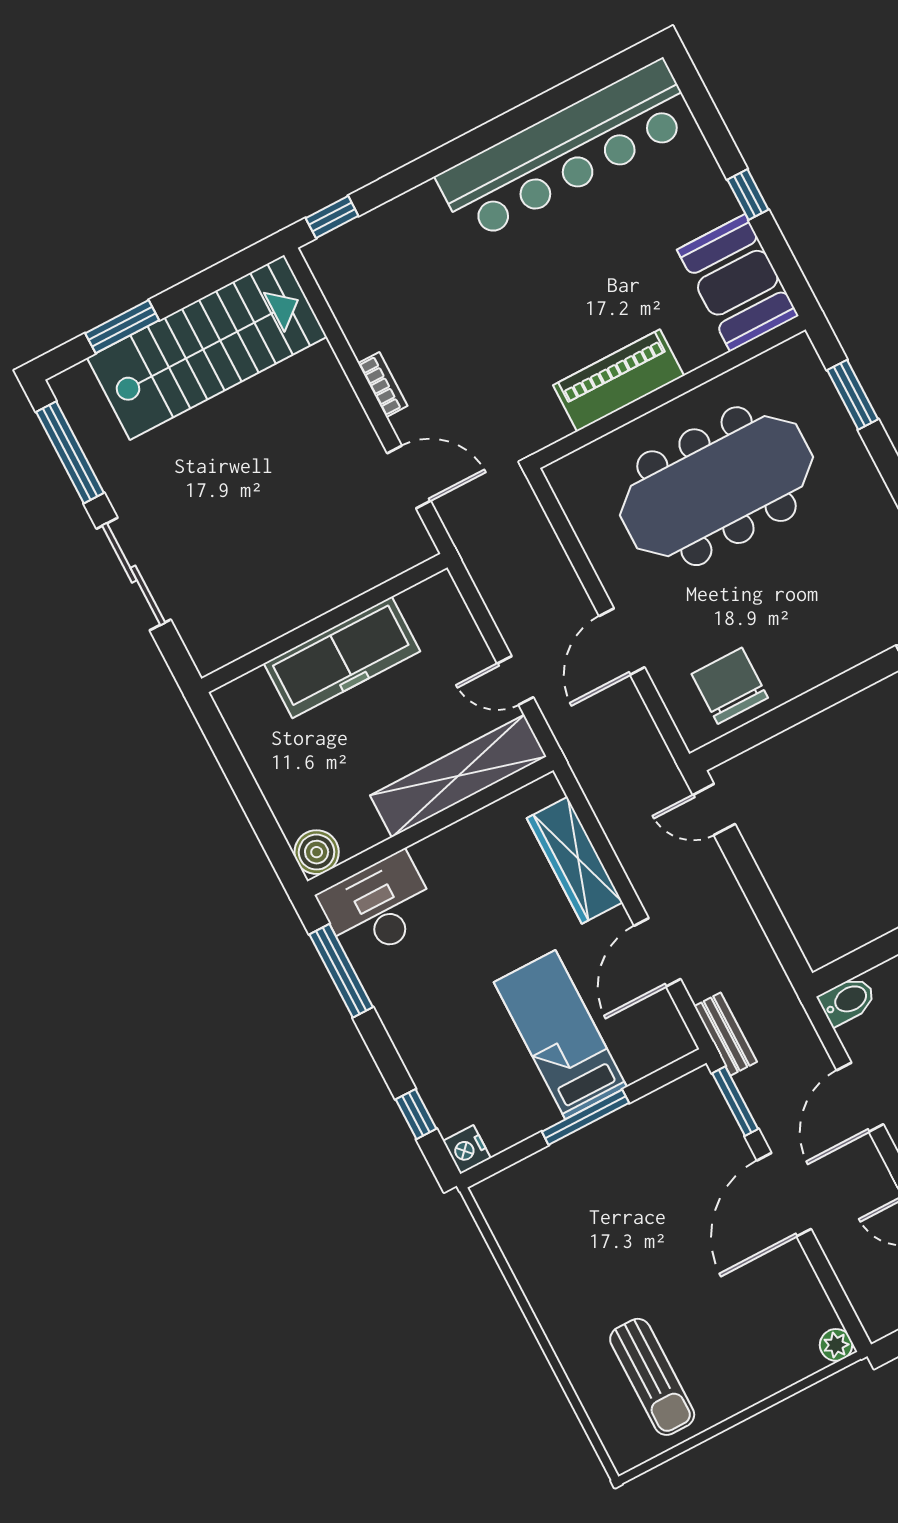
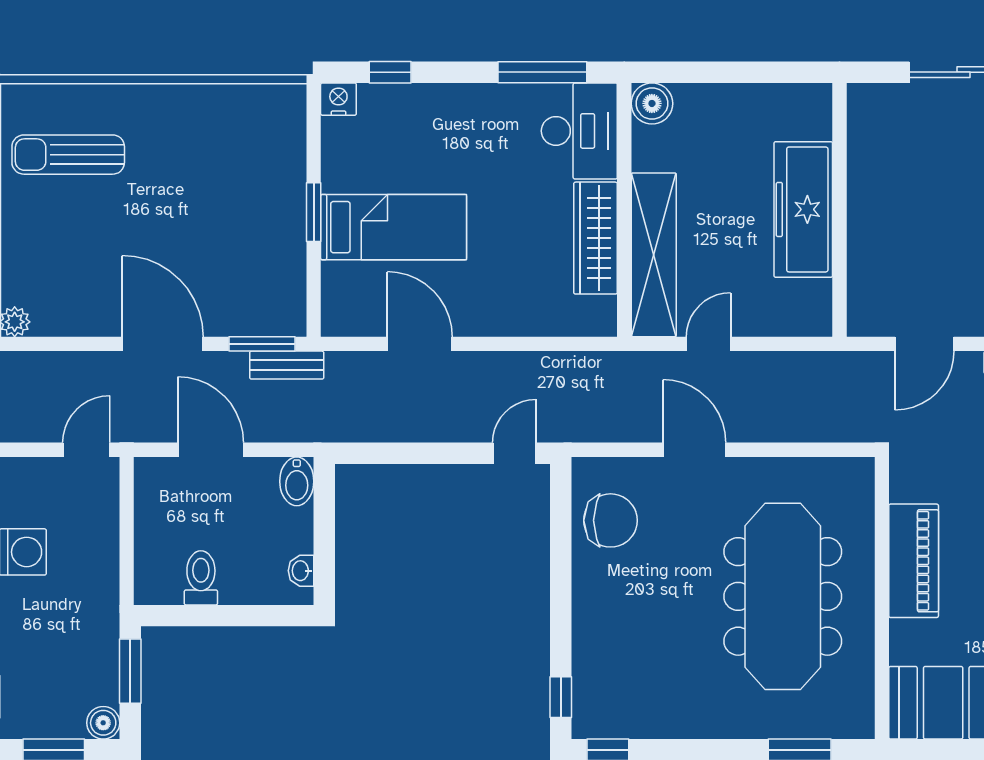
wardrobe: (575, 860) -> (595, 238), moved, turned -90
bench: (725, 1034) -> (287, 365), moved
window: (585, 1117) -> (314, 212), width x0.69

